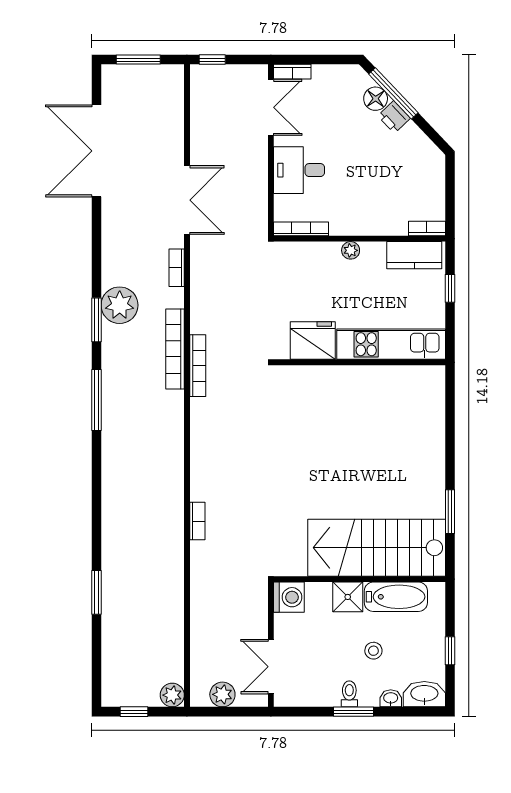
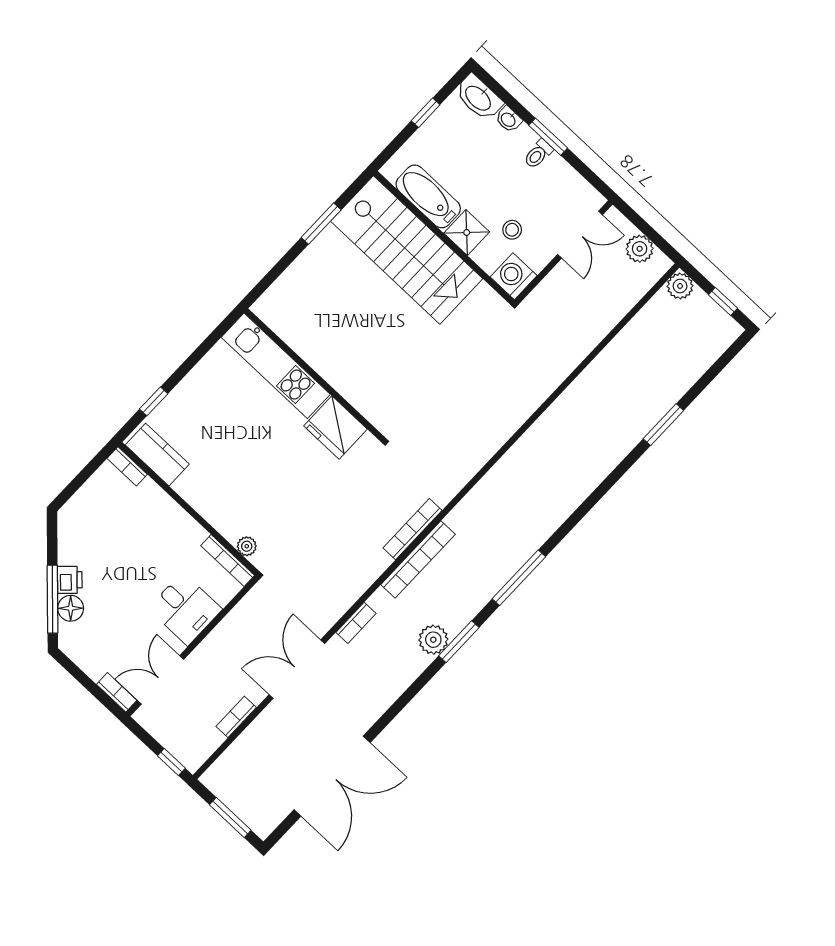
plant: (351, 250) -> (247, 546), moved
plant: (120, 305) -> (433, 640), width x0.73, depth x0.73
fridge: (313, 341) -> (335, 427), moved
kitchen unit: (391, 344) -> (276, 366), moved
wall: (360, 362) -> (314, 375), moved
bookcase: (197, 521) -> (236, 717), moved
stool: (373, 651) -> (512, 230), moved

